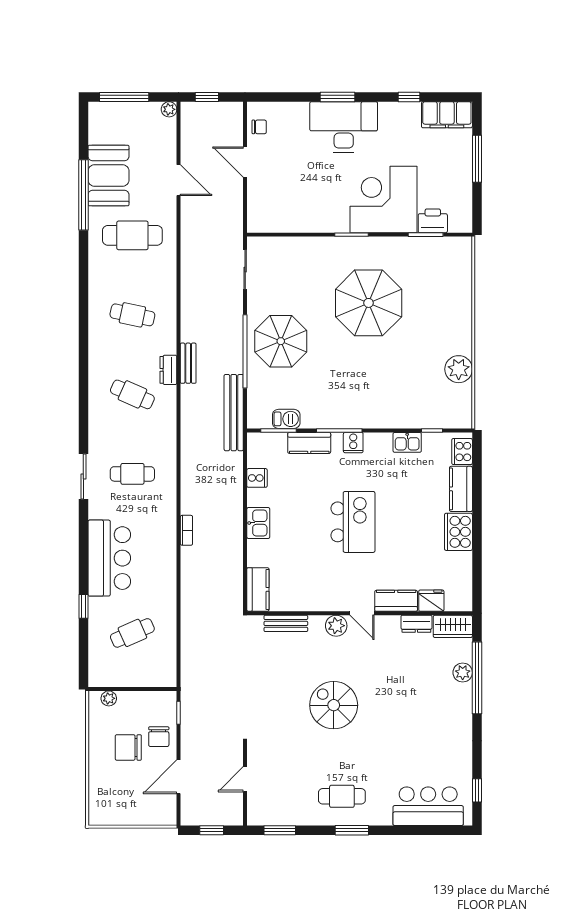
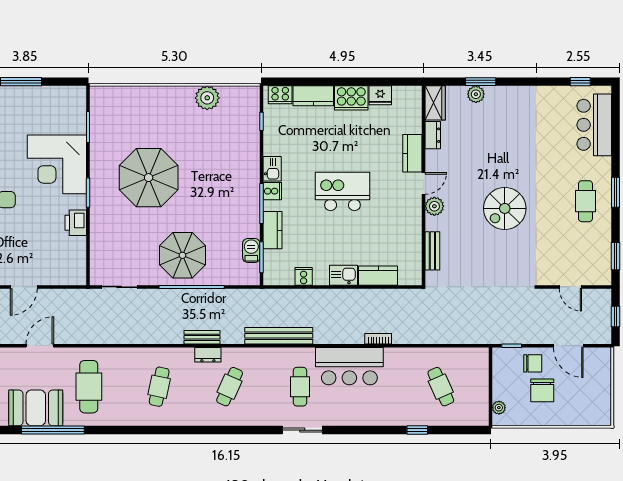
printer: (433, 221) -> (76, 223), moved
bench: (234, 413) -> (279, 336), moved
kitchen sink: (407, 442) -> (272, 169), moved
bookcase: (186, 530) -> (378, 339), moved
bar counter: (109, 558) -> (349, 366), moved, turned 180
kitchen counter: (258, 589) -> (378, 276), moved
fridge: (431, 601) -> (380, 95), moved, turned -90
window: (477, 678) -> (481, 82), width x0.47

